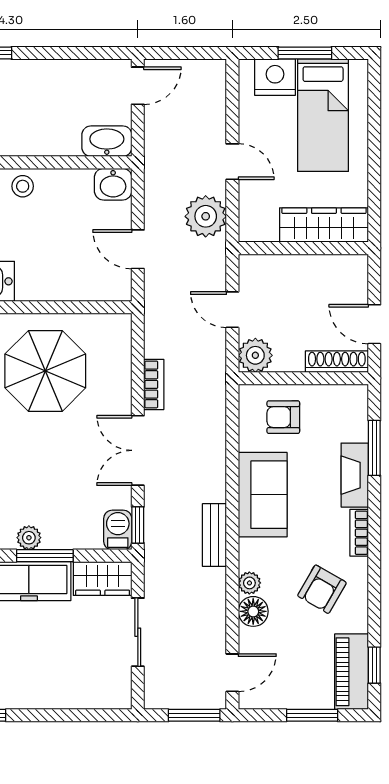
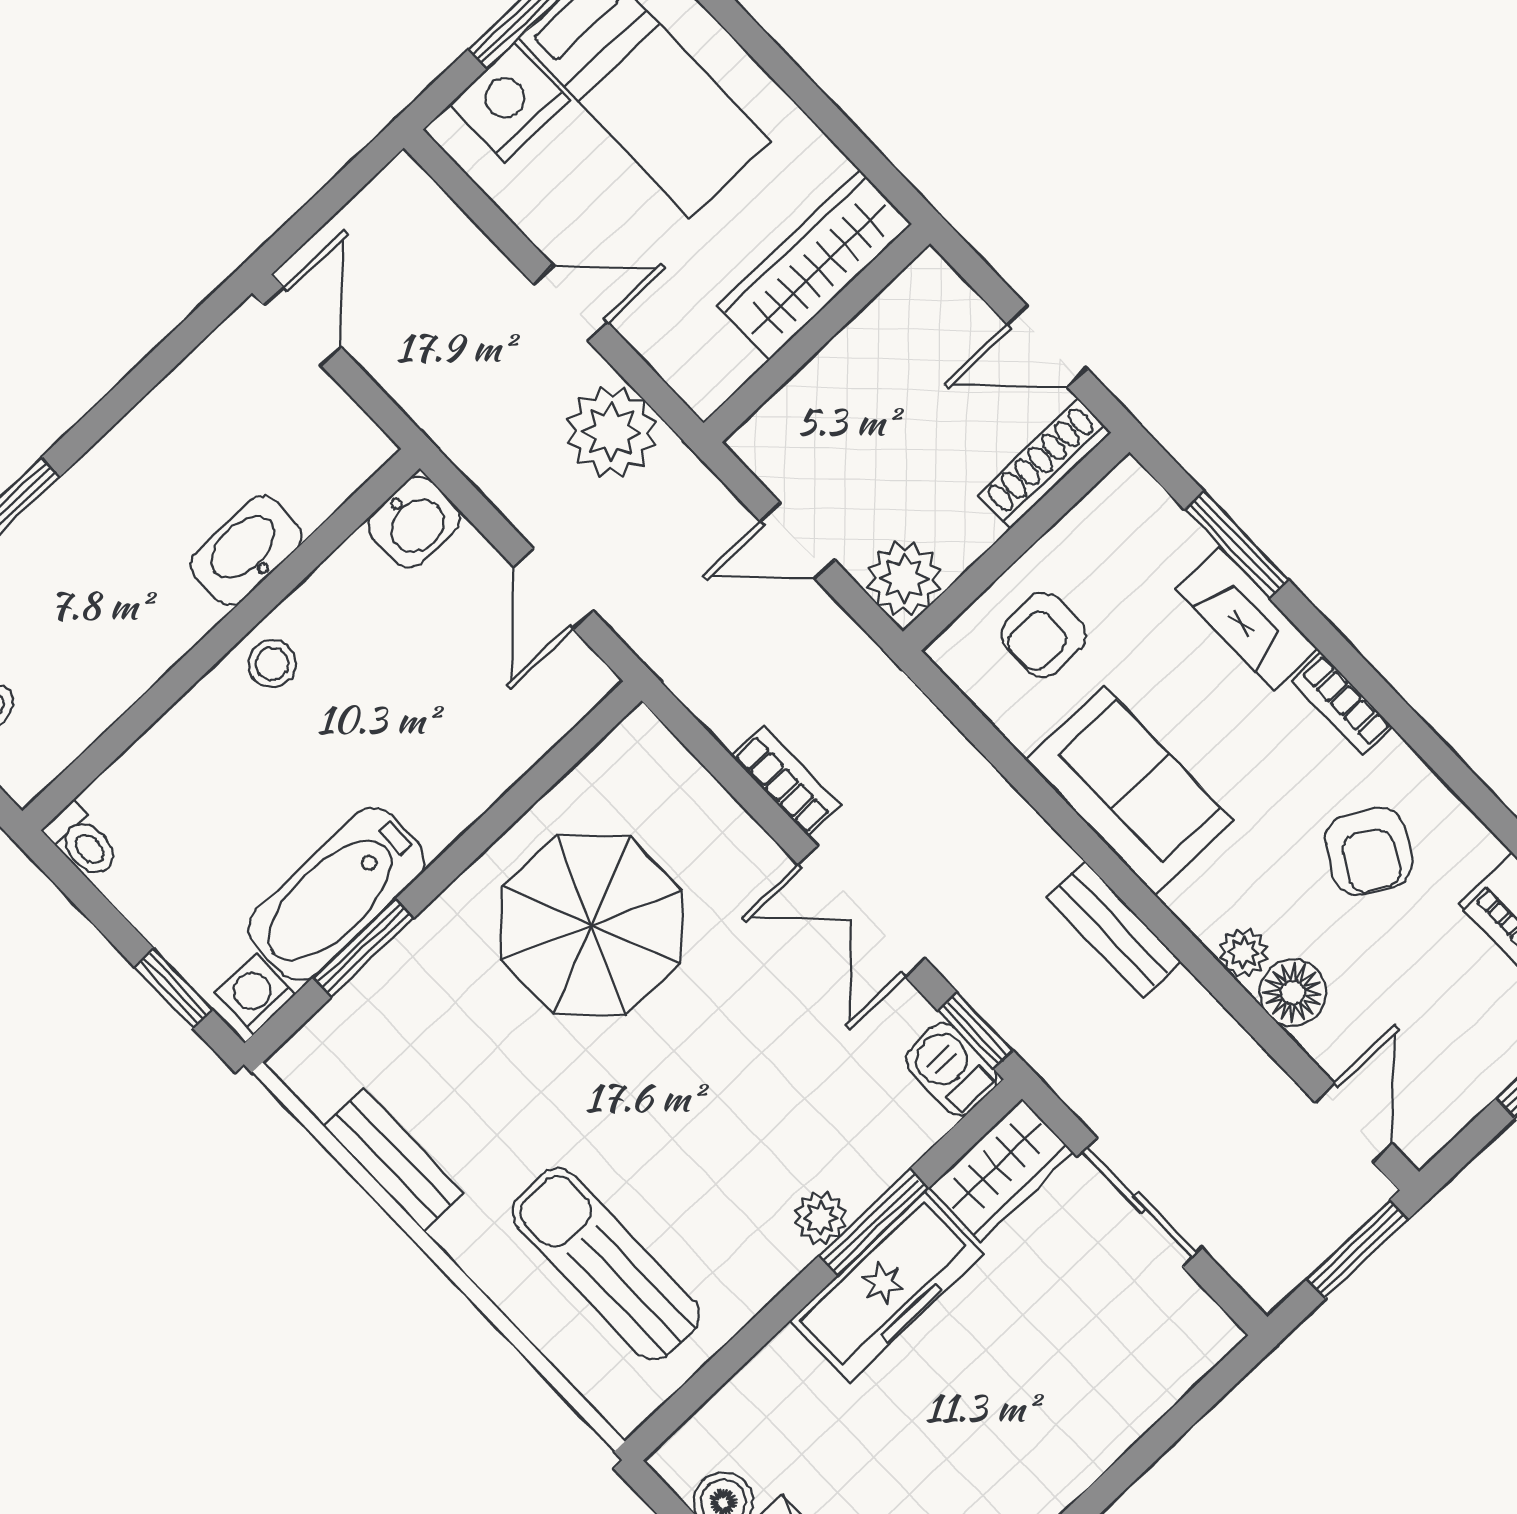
washbasin: (107, 141) -> (246, 551), moved
door: (138, 249) -> (553, 589), hinge flipped

